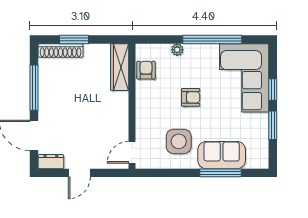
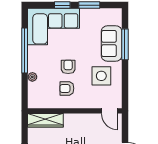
armchair: (146, 70) -> (67, 88), moved

